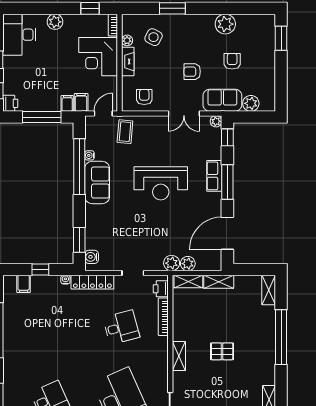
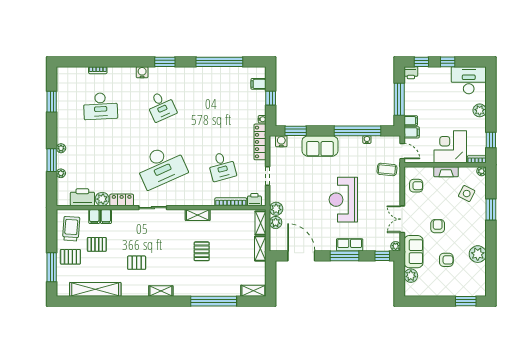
plant: (127, 40) -> (482, 171), moved
sofa: (97, 182) -> (320, 146), moved

